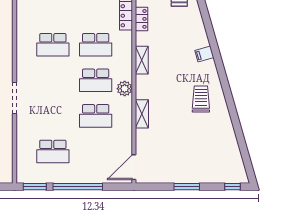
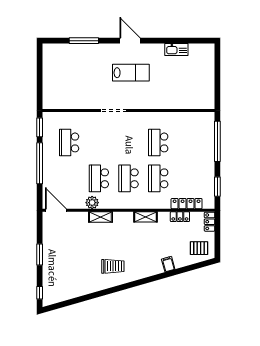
filing cabinet: (204, 54) -> (168, 264), moved
plant: (125, 89) -> (92, 203), moved

